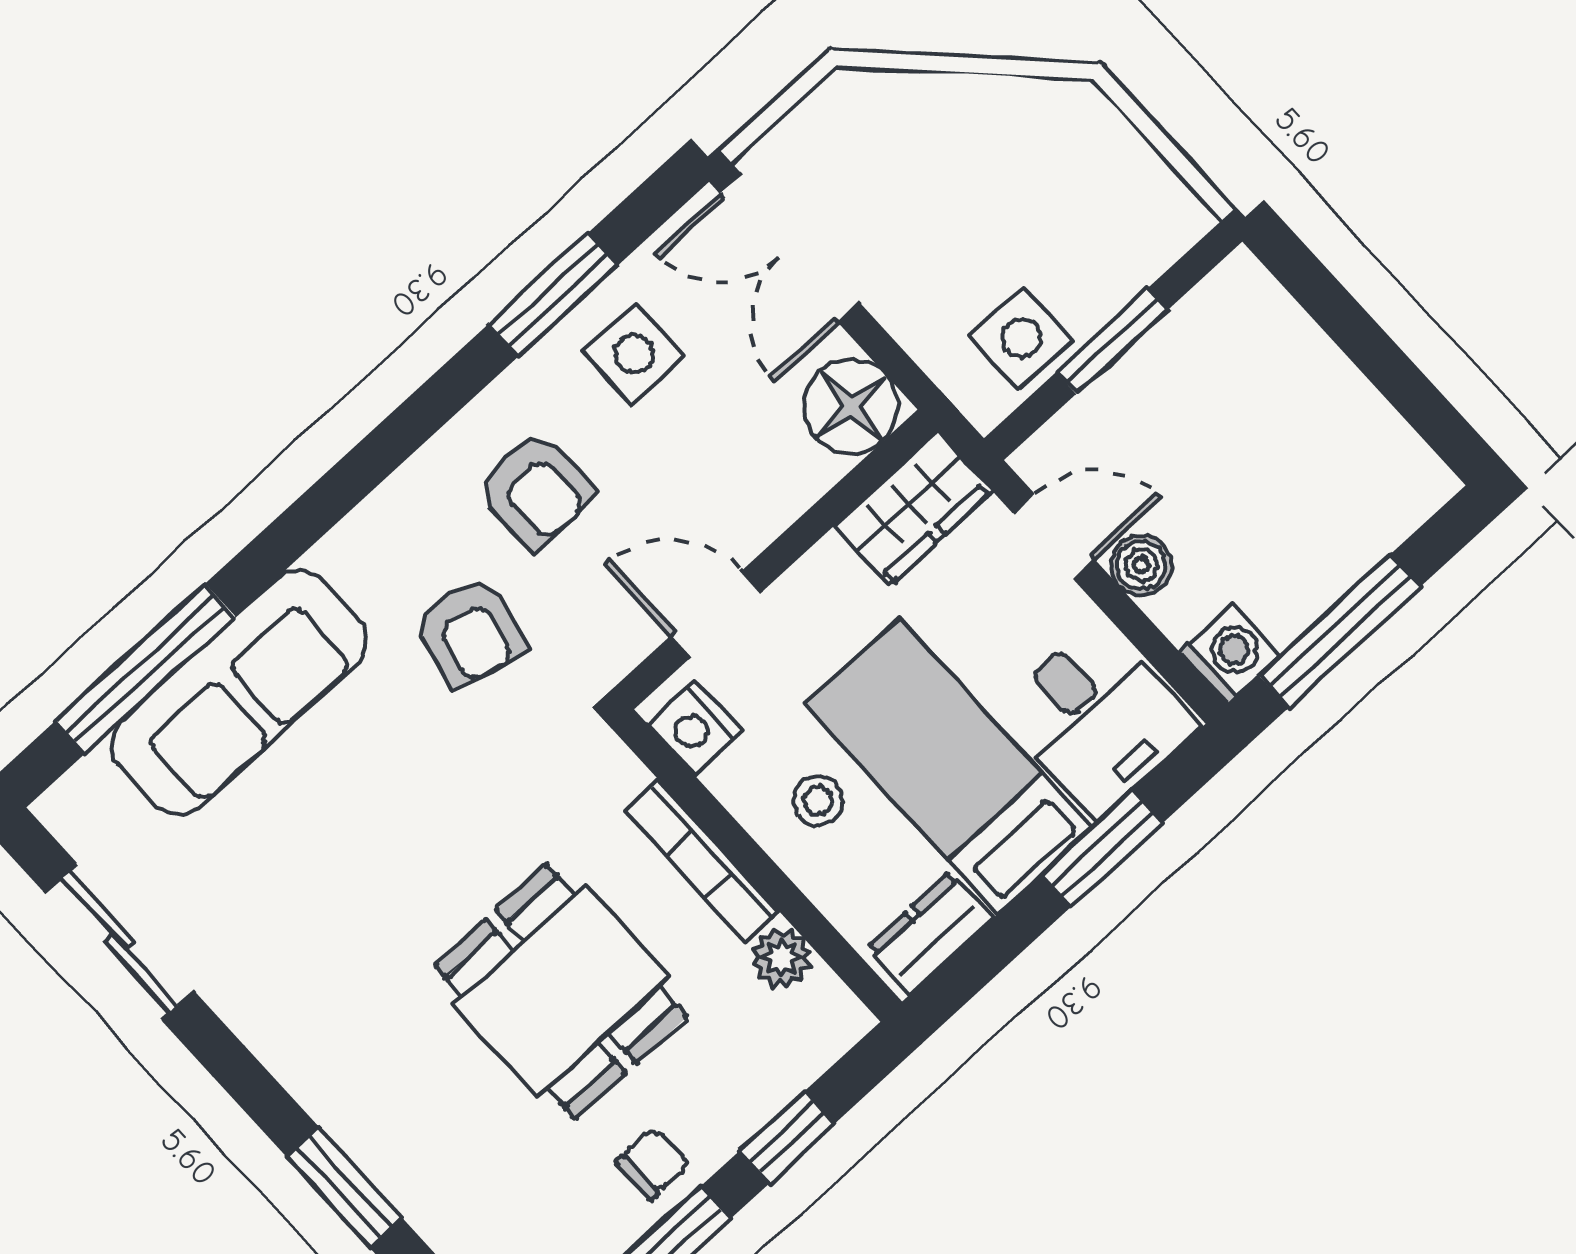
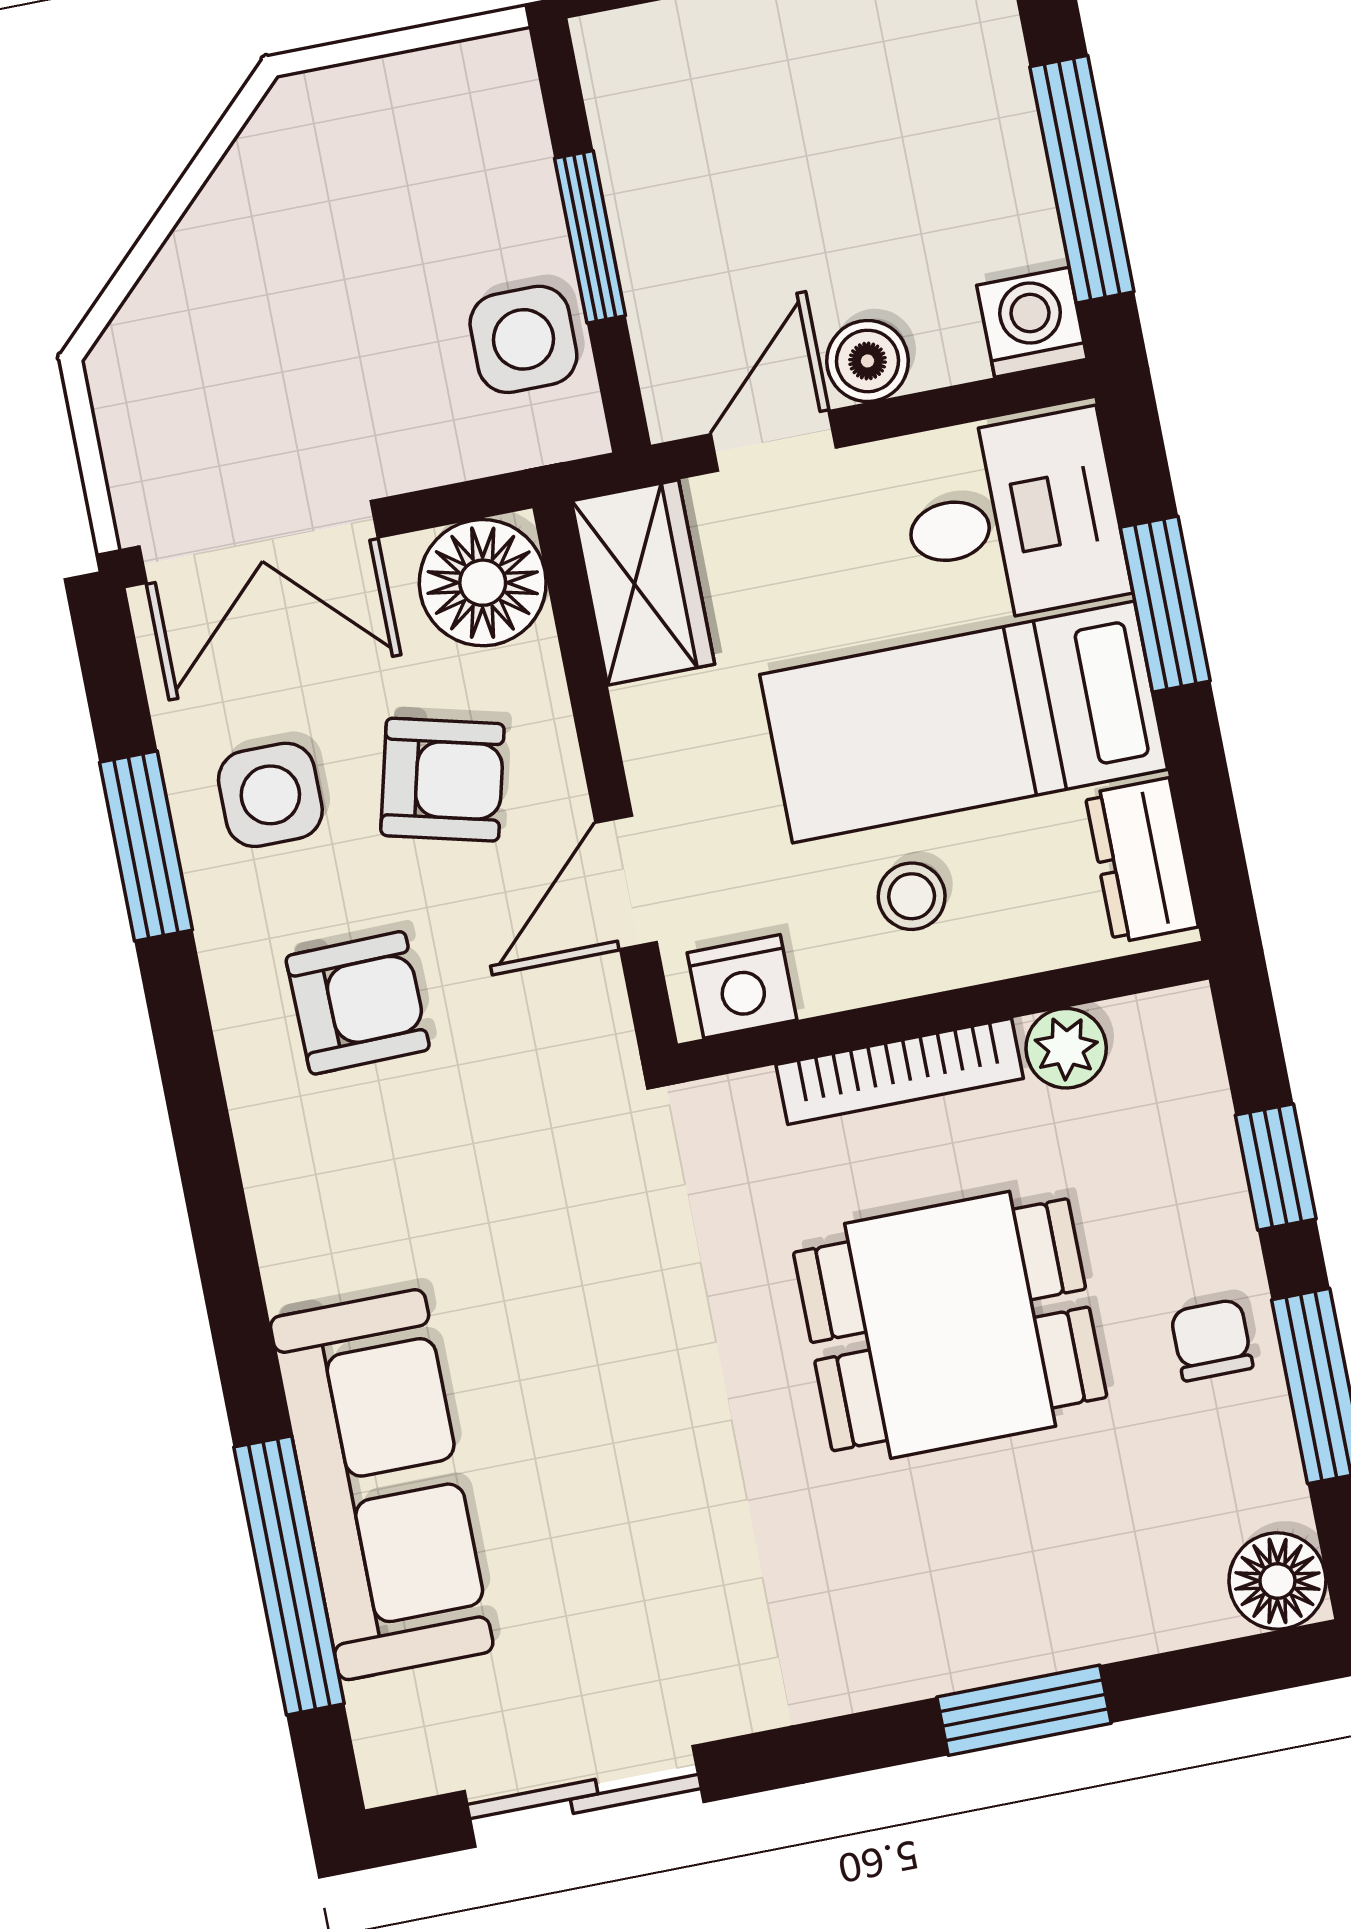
armchair: (470, 632) -> (442, 780), moved

